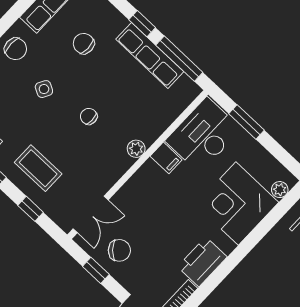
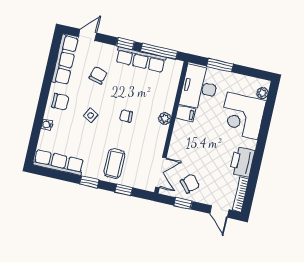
chair: (84, 44) -> (98, 75), turned 106
coffee table: (38, 168) -> (114, 164), turned 90

